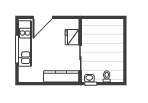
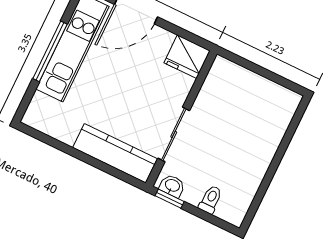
fridge: (72, 37) -> (187, 57), moved, turned -90

